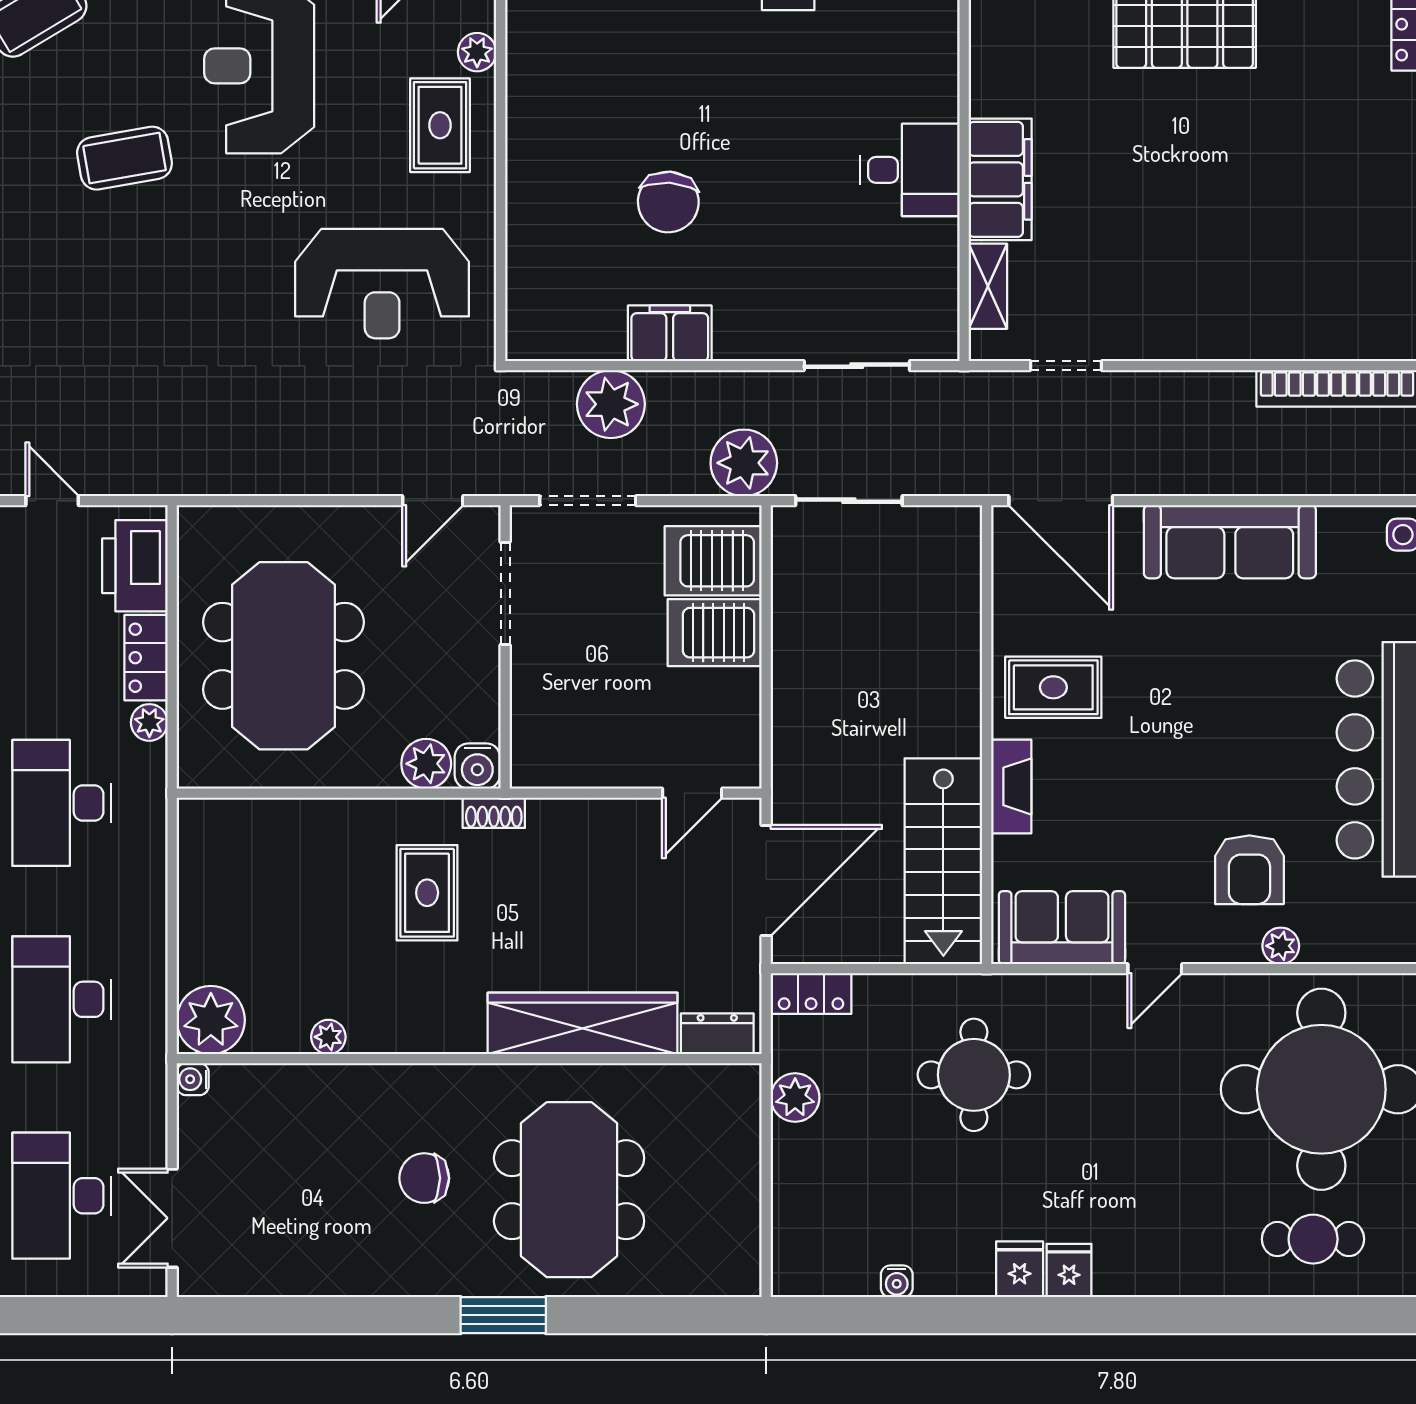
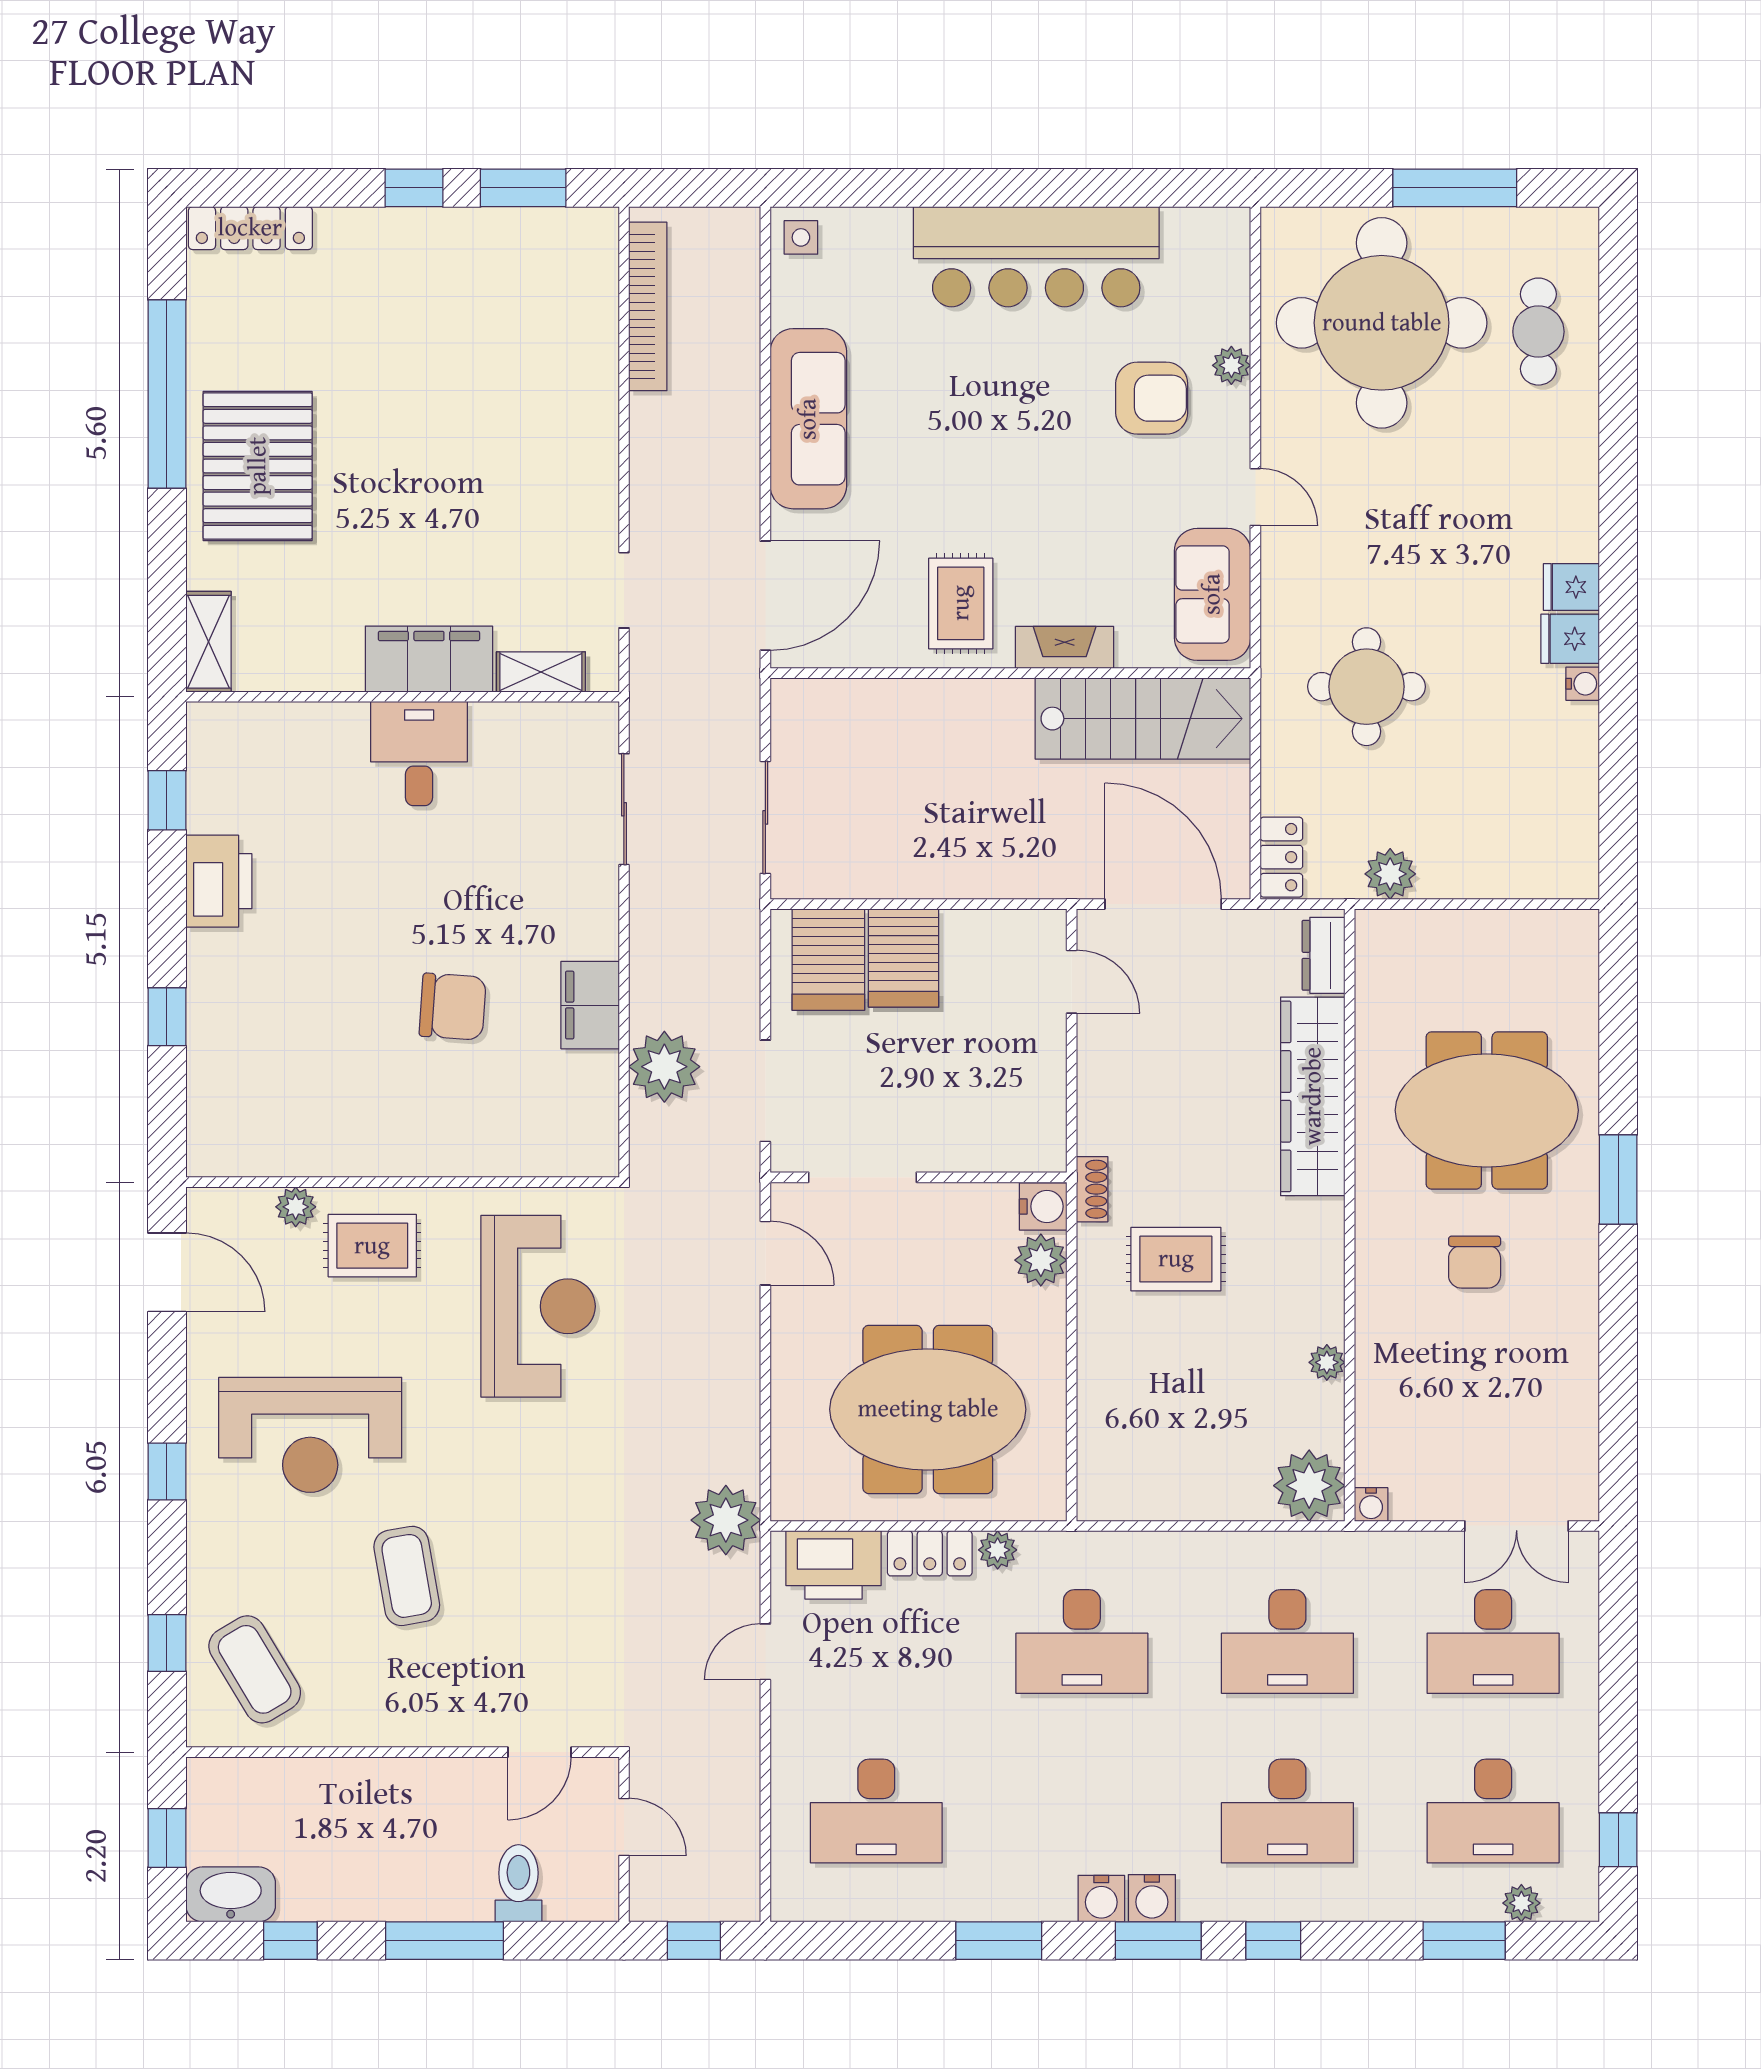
plant: (744, 463) -> (726, 1520), moved
water cooler: (897, 1281) -> (1583, 684), moved

